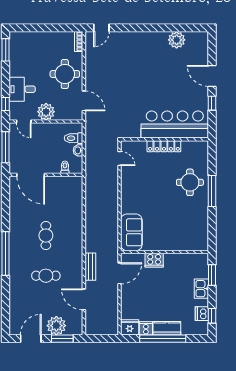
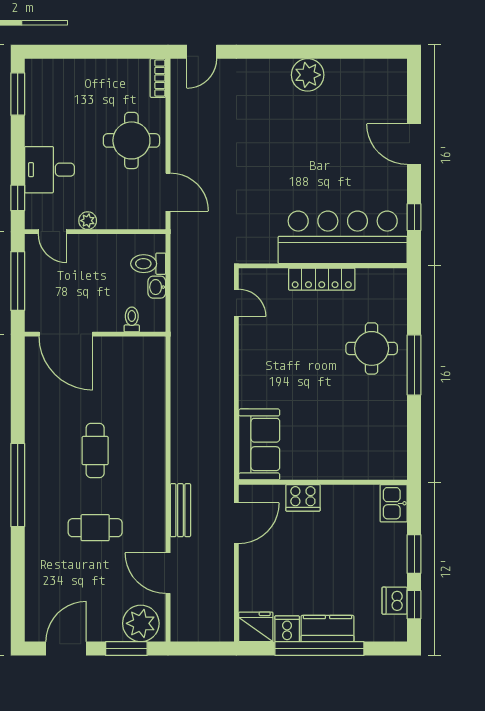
plant: (177, 40) -> (308, 75), moved
window: (212, 103) -> (414, 217), moved
plant: (46, 112) -> (88, 221), width x0.53, depth x0.53
window: (212, 275) -> (414, 554), moved
kitchen sink: (201, 289) -> (394, 503), moved
plant: (56, 326) -> (141, 623), moved

